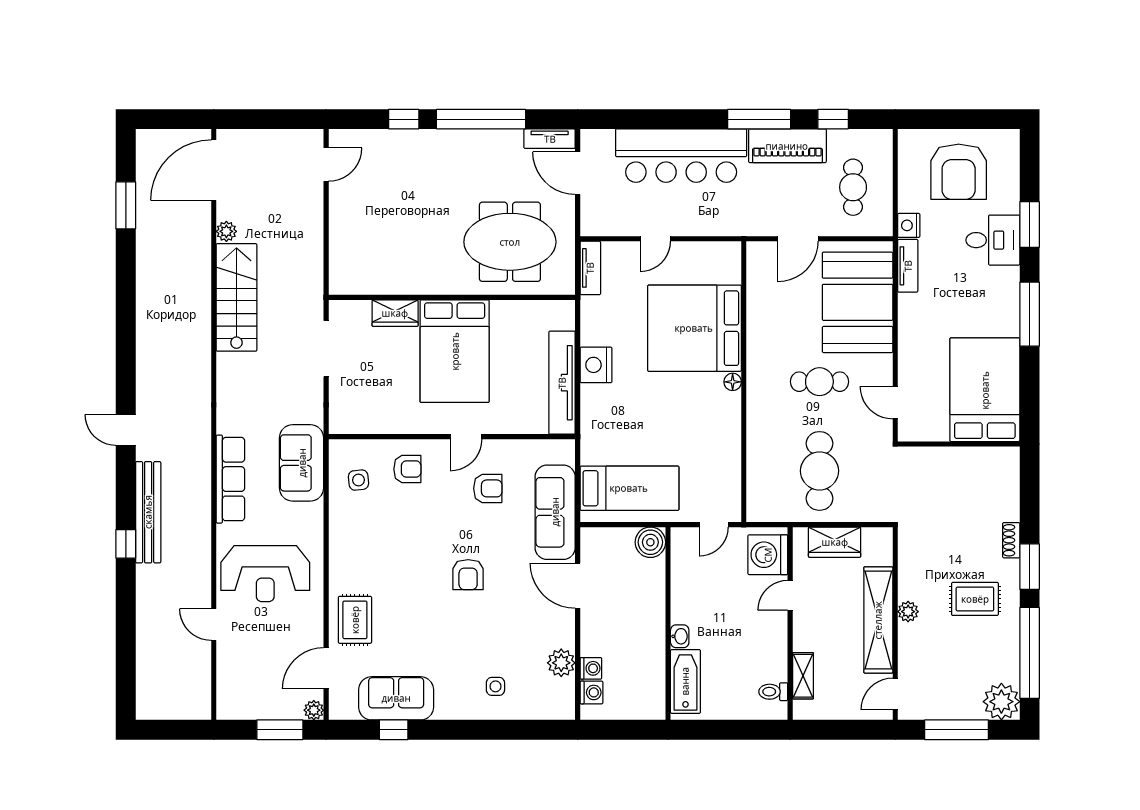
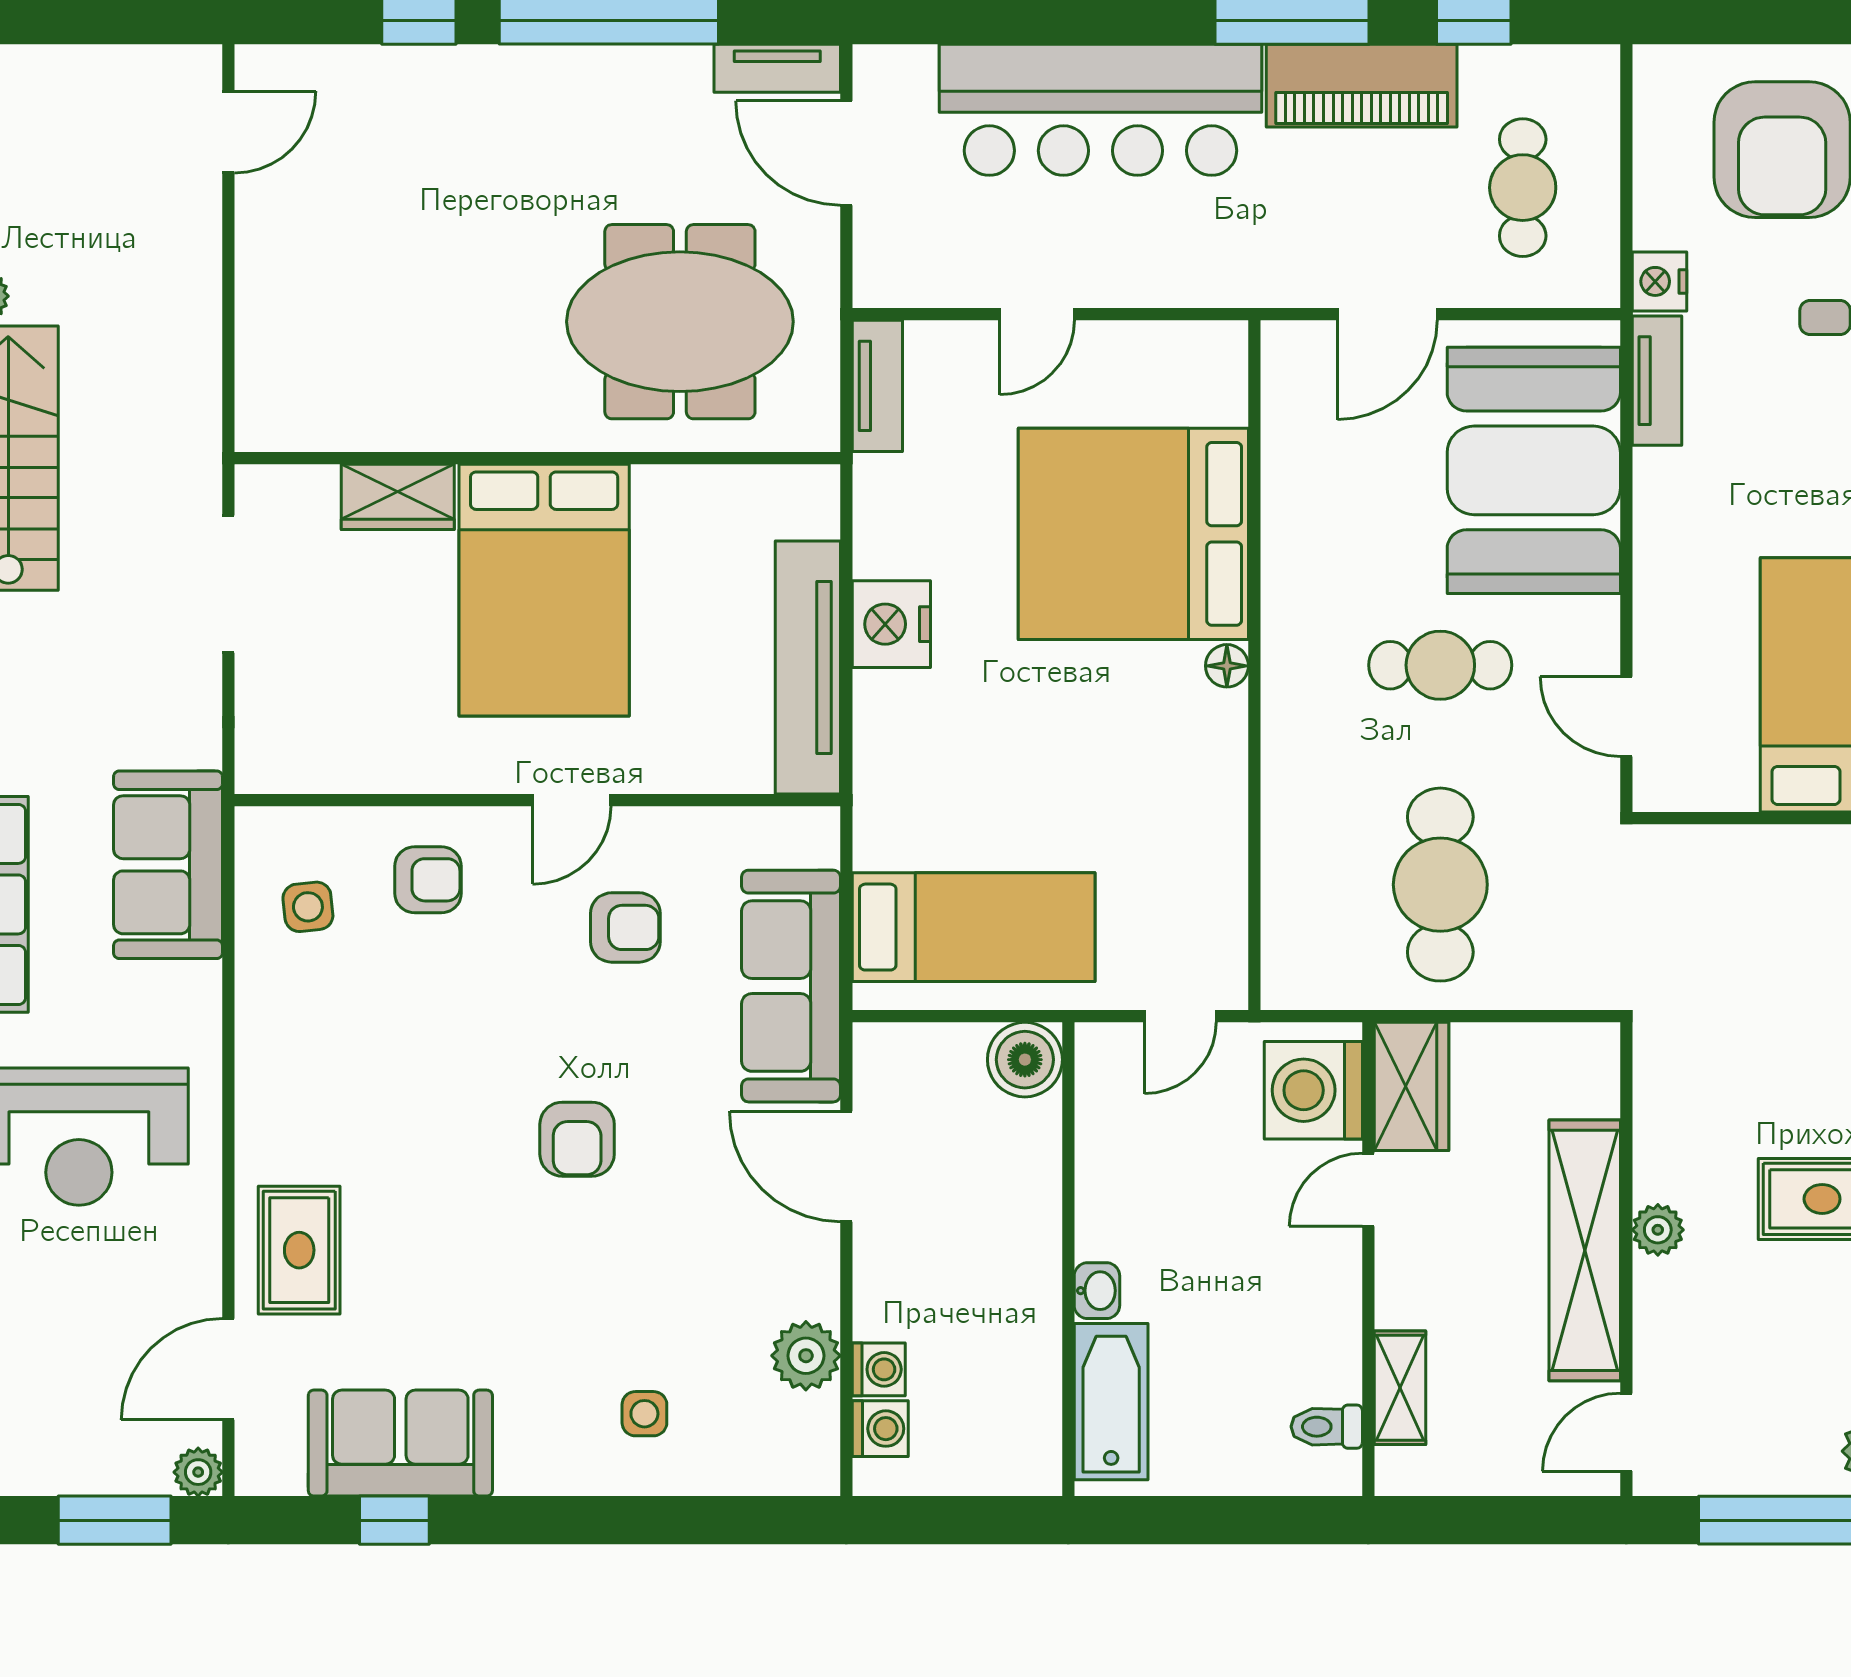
wardrobe: (835, 542) -> (1411, 1086), moved, turned -90

